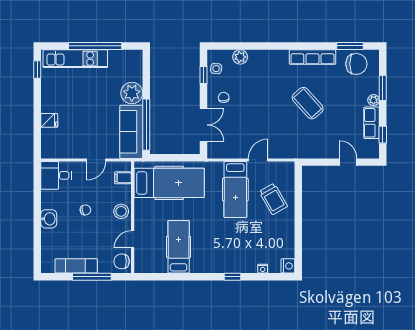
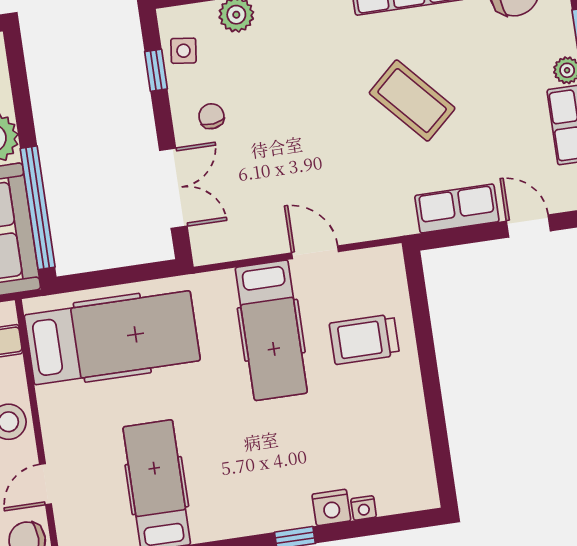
row of seats: (320, 151) -> (457, 209), added
door: (258, 160) -> (315, 252), hinge flipped
trolley: (273, 199) -> (364, 339), turned 120
nightstand: (288, 266) -> (331, 507), moved, turned 90

